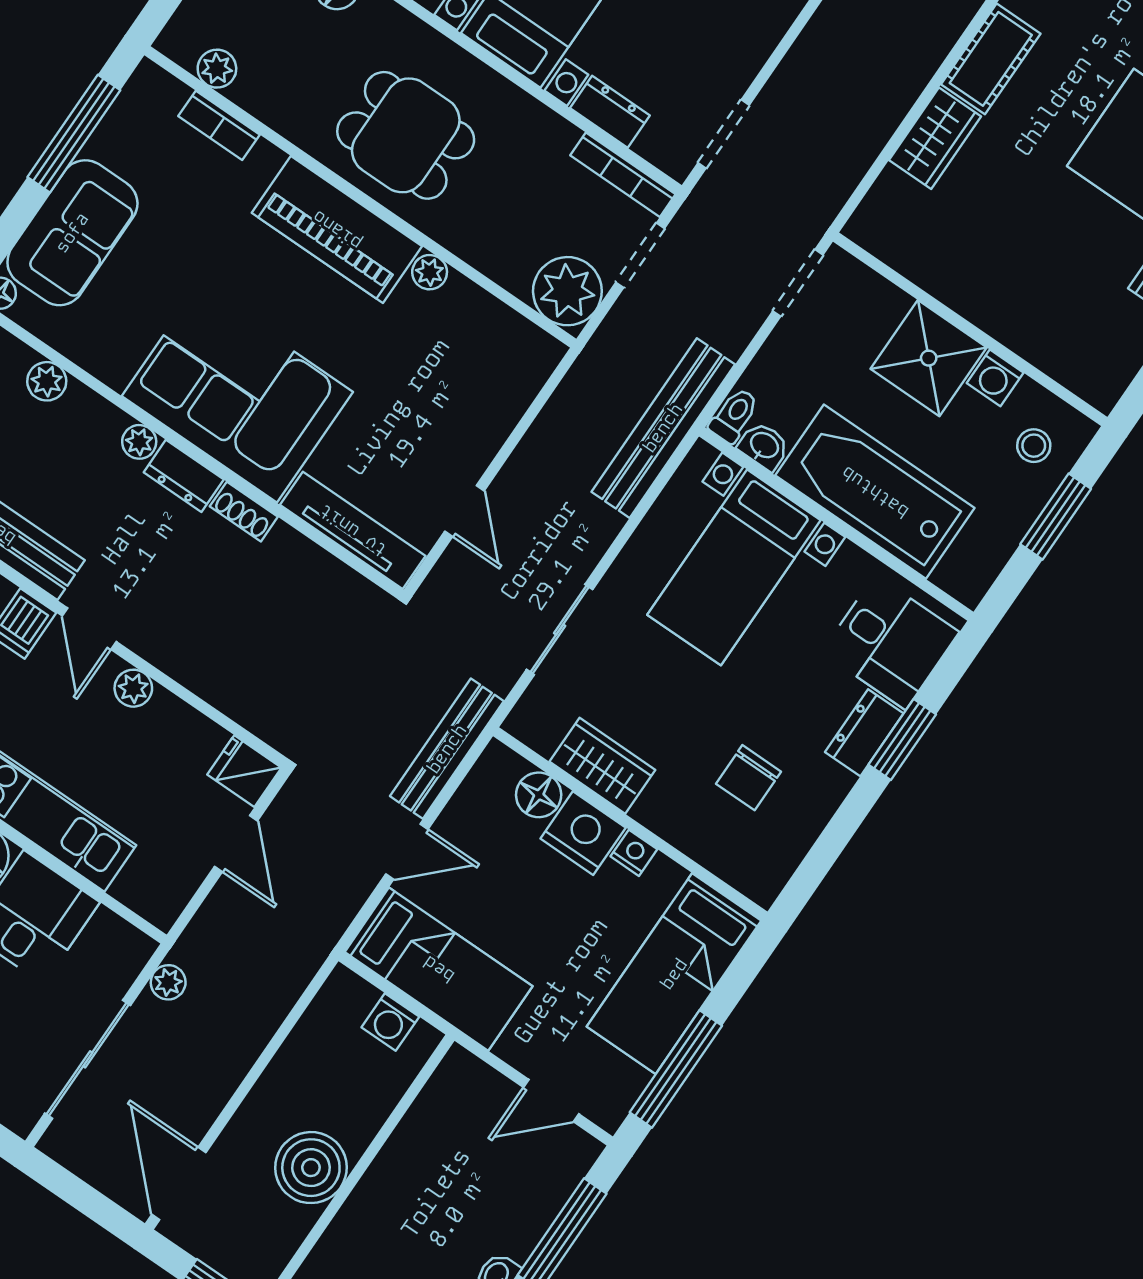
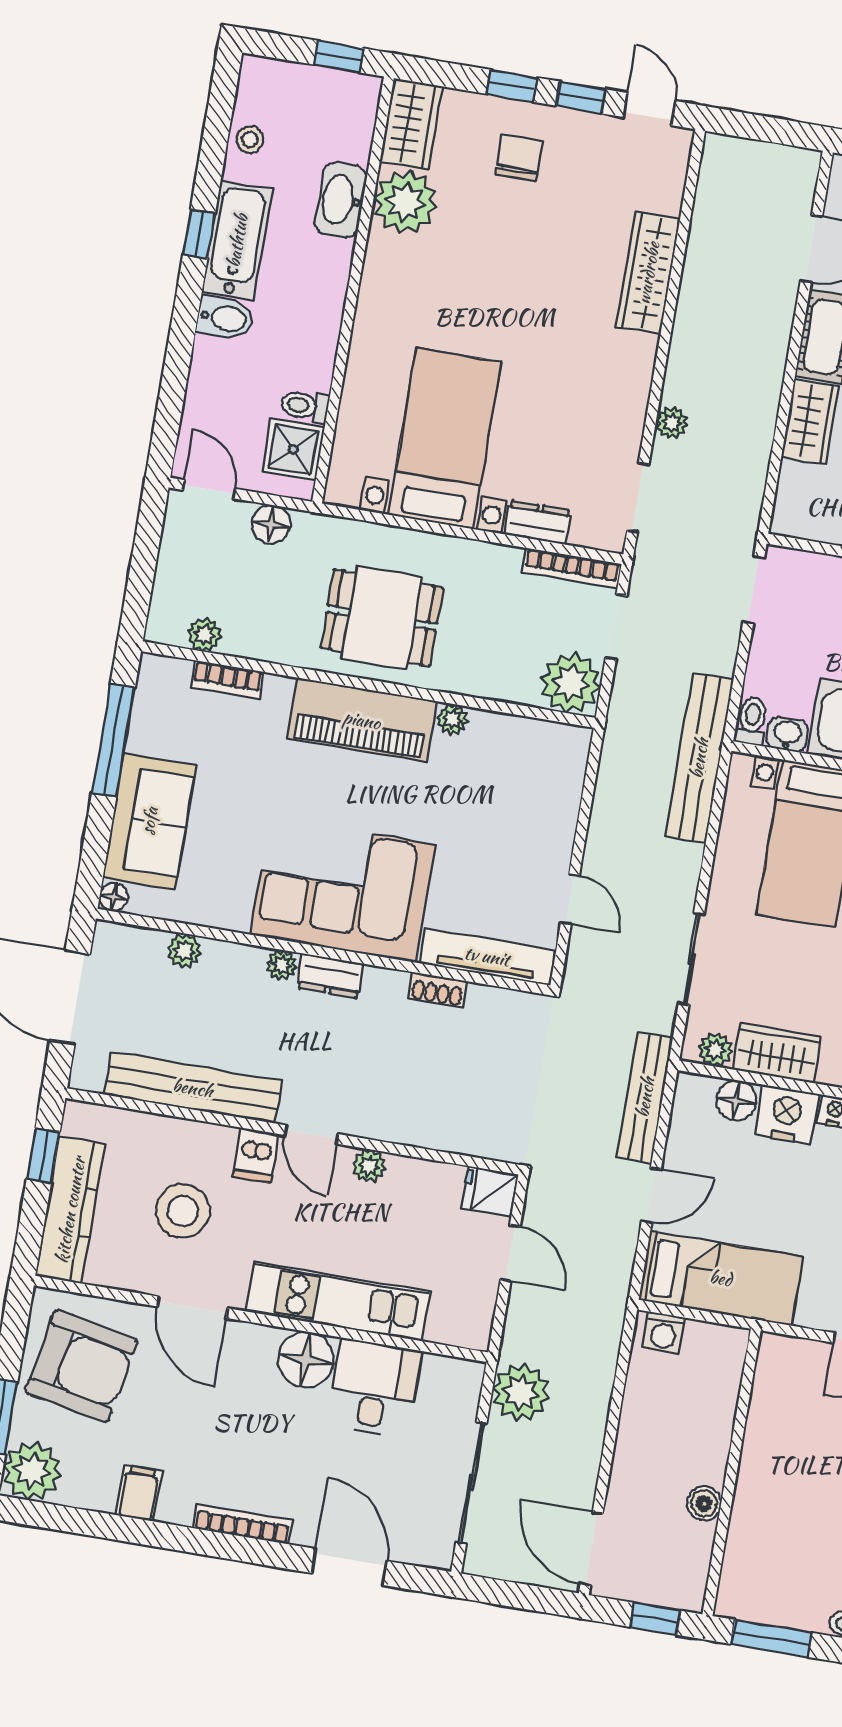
plant: (793, 74) -> (672, 423), added
shoe rack: (244, 512) -> (437, 990), moved
plant: (541, 733) -> (715, 1050), added
plant: (168, 982) -> (521, 1393), width x1.88, depth x1.88
washing machine: (390, 1022) -> (663, 1333), moved
boiler: (311, 1168) -> (704, 1503), width x0.54, depth x0.54

